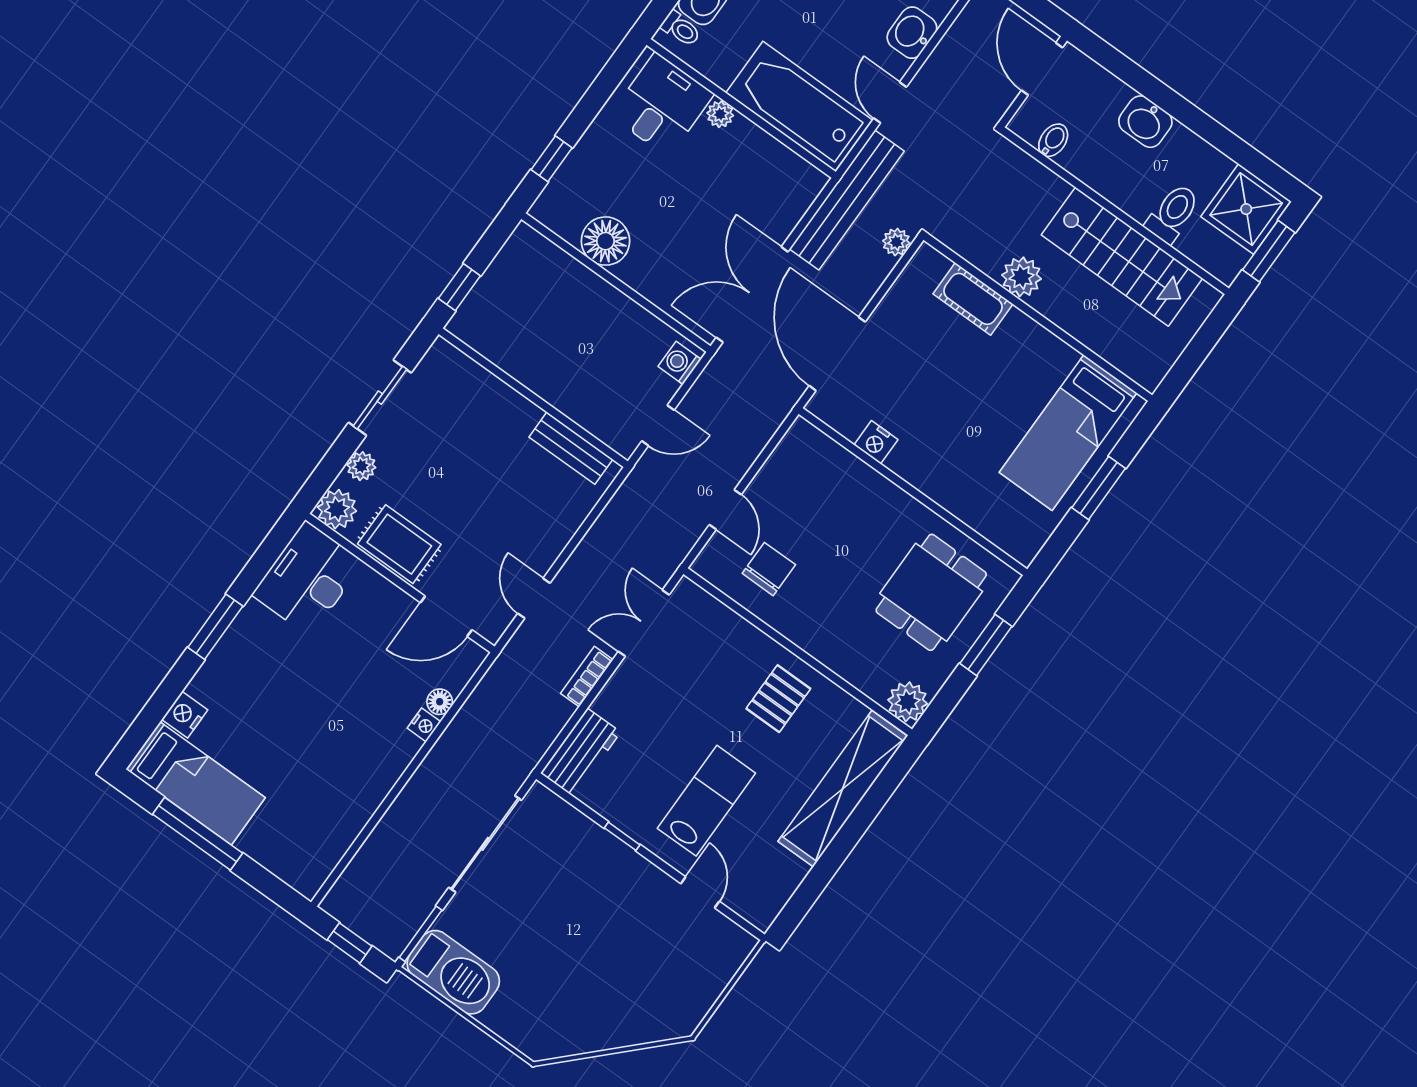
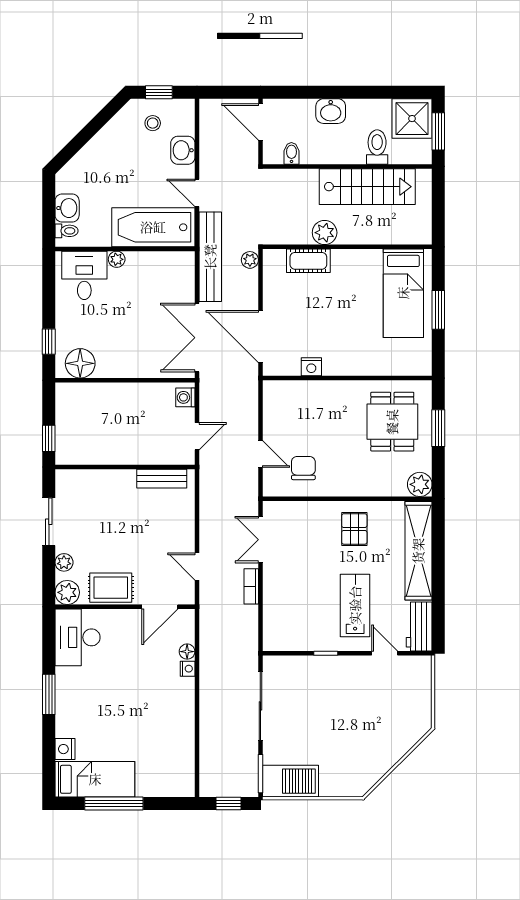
floor lamp: (605, 241) -> (80, 363), moved
workbench: (581, 753) -> (419, 627), moved, turned 180

